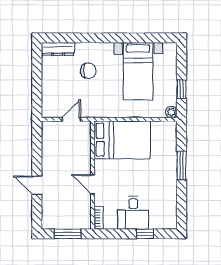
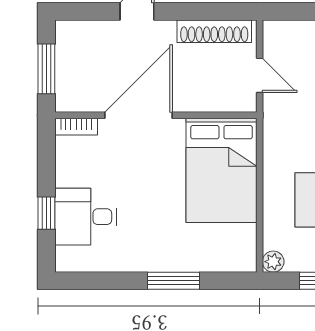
shoe rack: (48, 144) -> (214, 31), added
door: (93, 184) -> (139, 115), width x1.87
desk: (133, 213) -> (86, 217), moved

